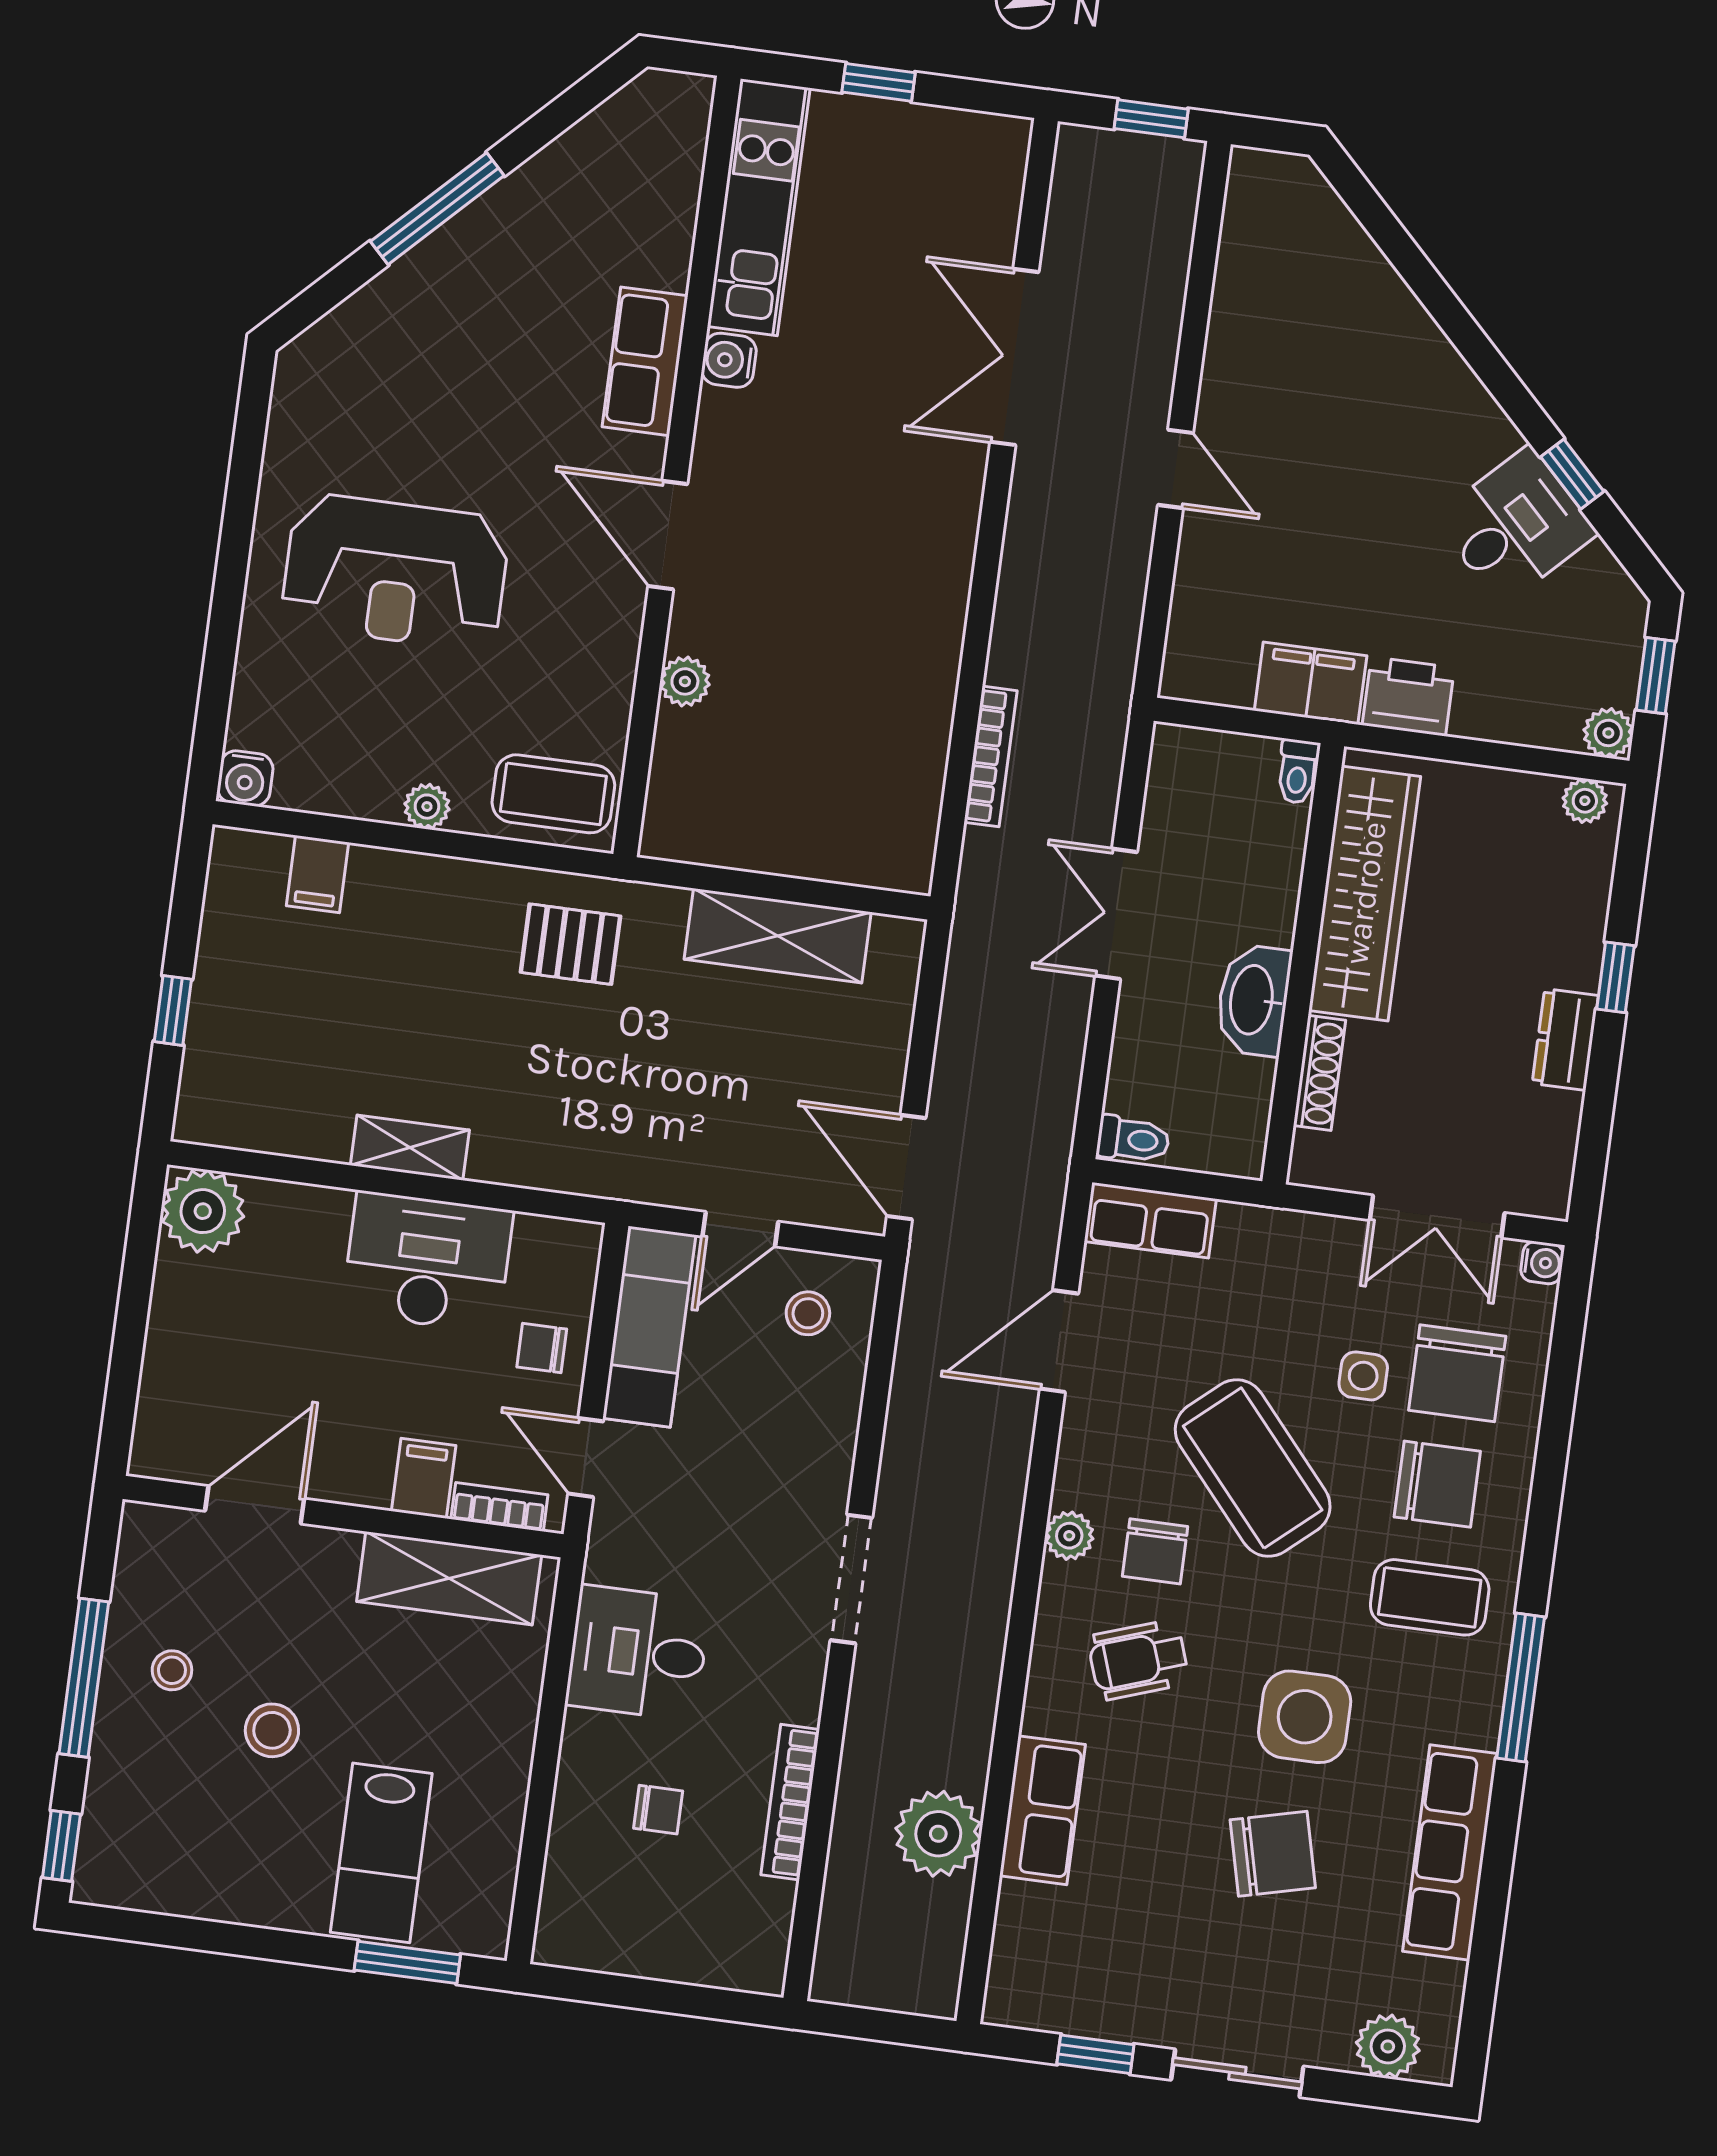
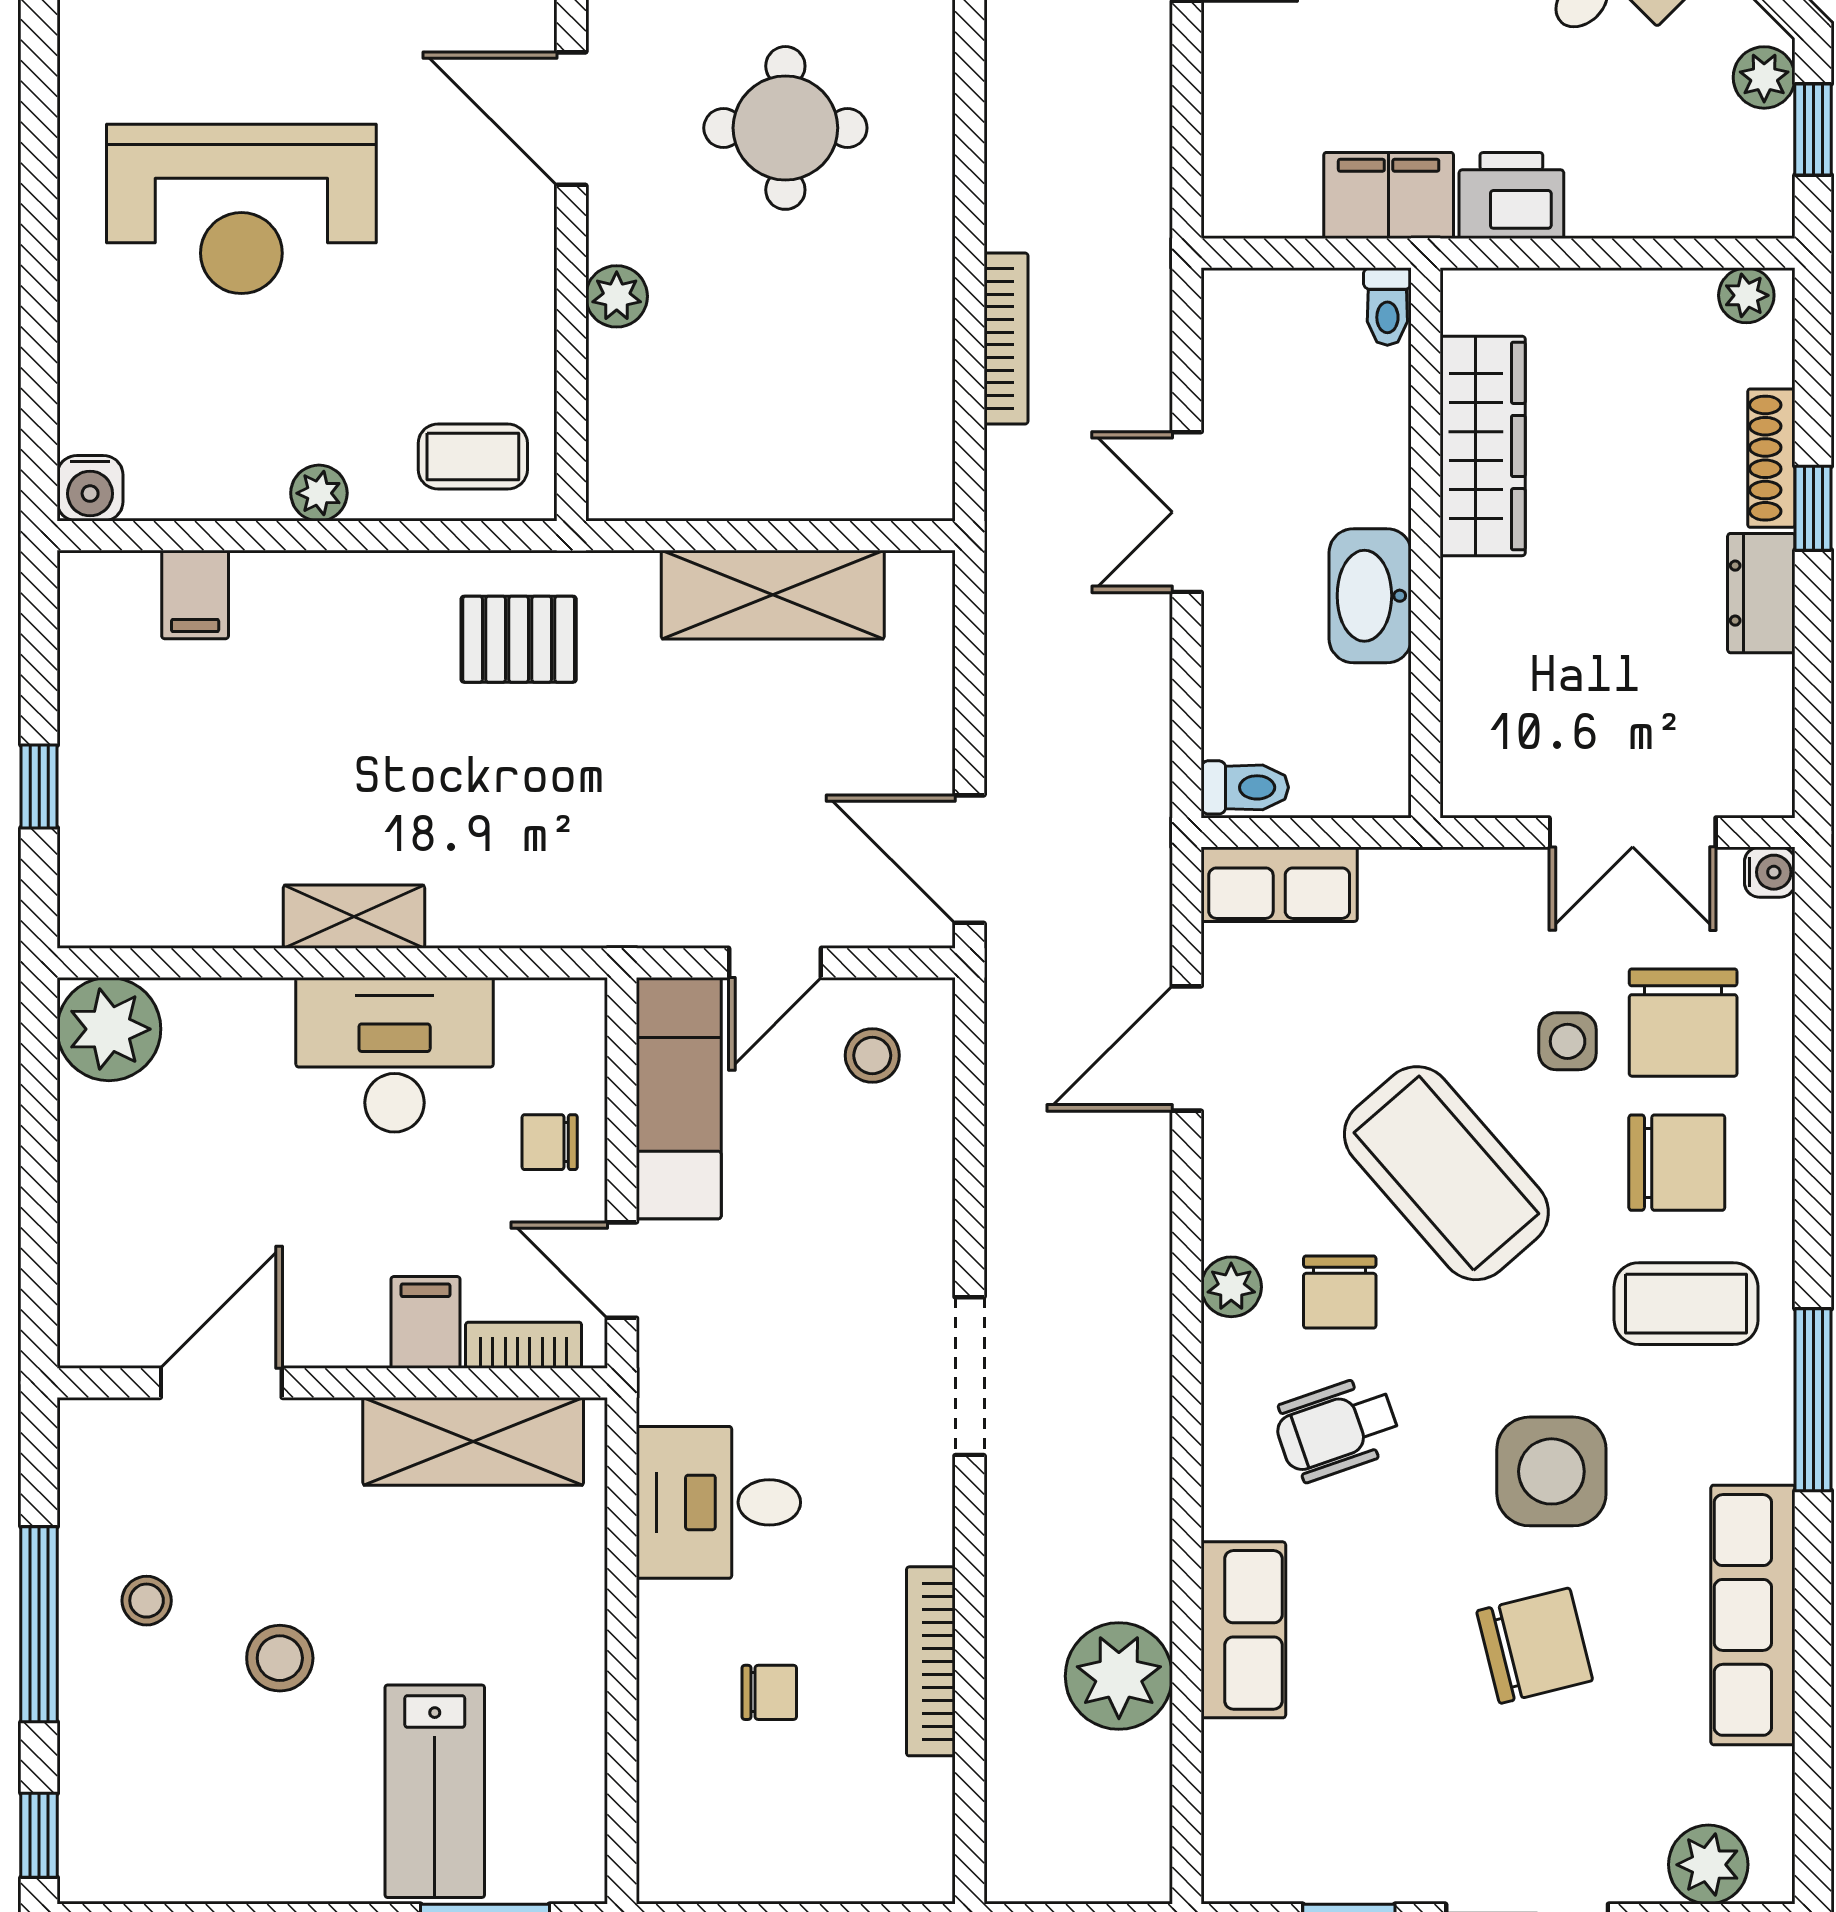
round table: (837, 565) -> (785, 128), added
plant: (1608, 733) -> (1764, 77), moved
coffee table: (553, 794) -> (473, 457), width x0.73, depth x0.77
wardrobe: (1365, 893) -> (1483, 446), width x0.71, depth x0.85
shoe rack: (1319, 1073) -> (1771, 458), moved, turned 180

